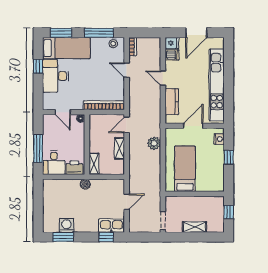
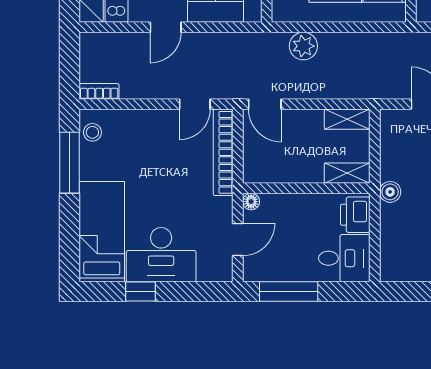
window: (61, 33) -> (70, 243), removed
door: (127, 70) -> (195, 104), moved
shelving: (119, 148) -> (347, 119), moved
window: (38, 149) -> (289, 292), moved

